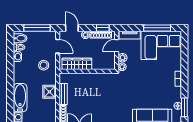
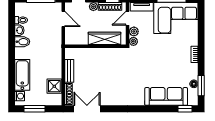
bidet: (20, 38) -> (22, 42), moved
wardrobe: (77, 64) -> (105, 38), moved
stool: (44, 65) -> (48, 40), removed
shower: (49, 92) -> (54, 86), moved

